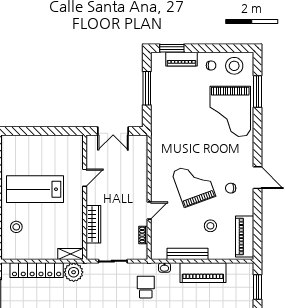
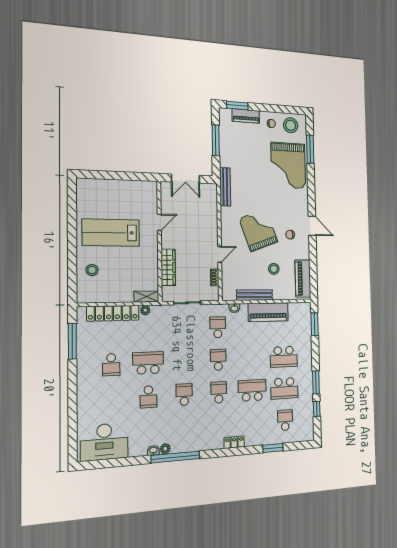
bench: (156, 138) -> (225, 187), added
plant: (74, 272) -> (145, 310), width x0.53, depth x0.53

